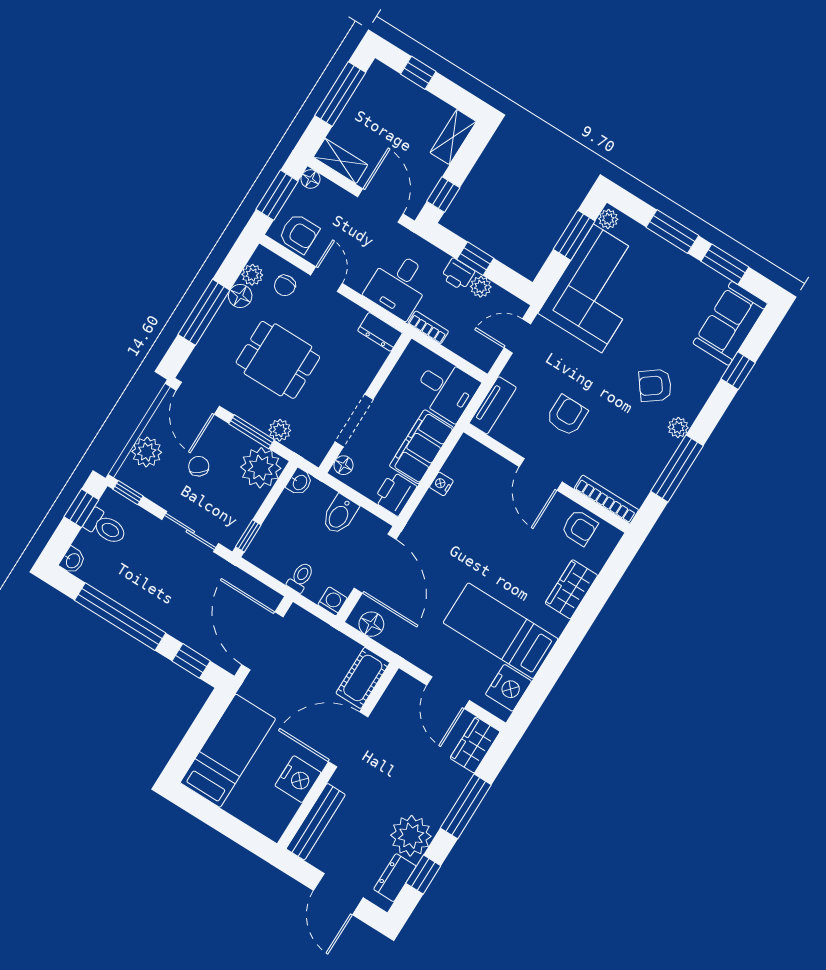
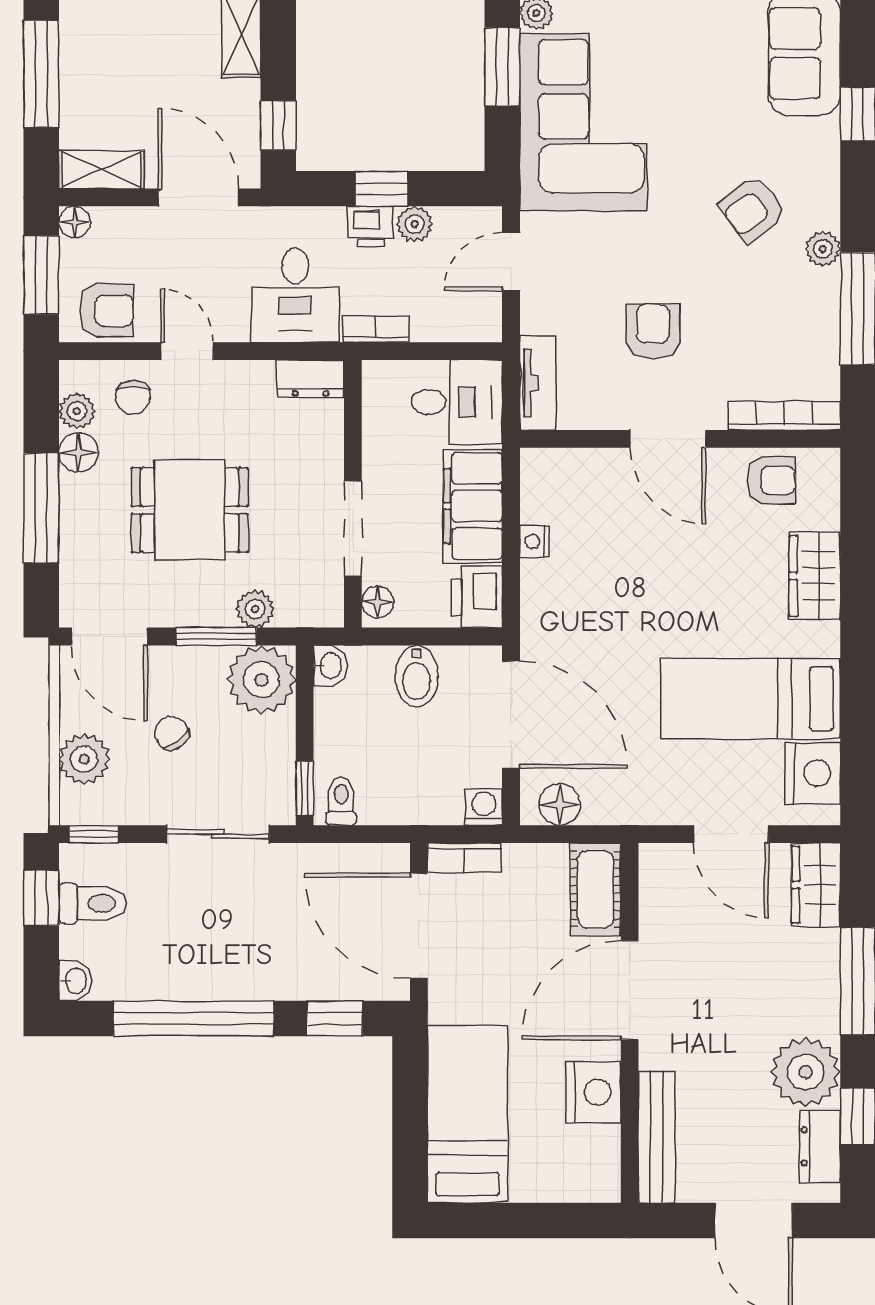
toilet: (301, 577) -> (341, 801), moved
bookcase: (307, 621) -> (464, 858), added

